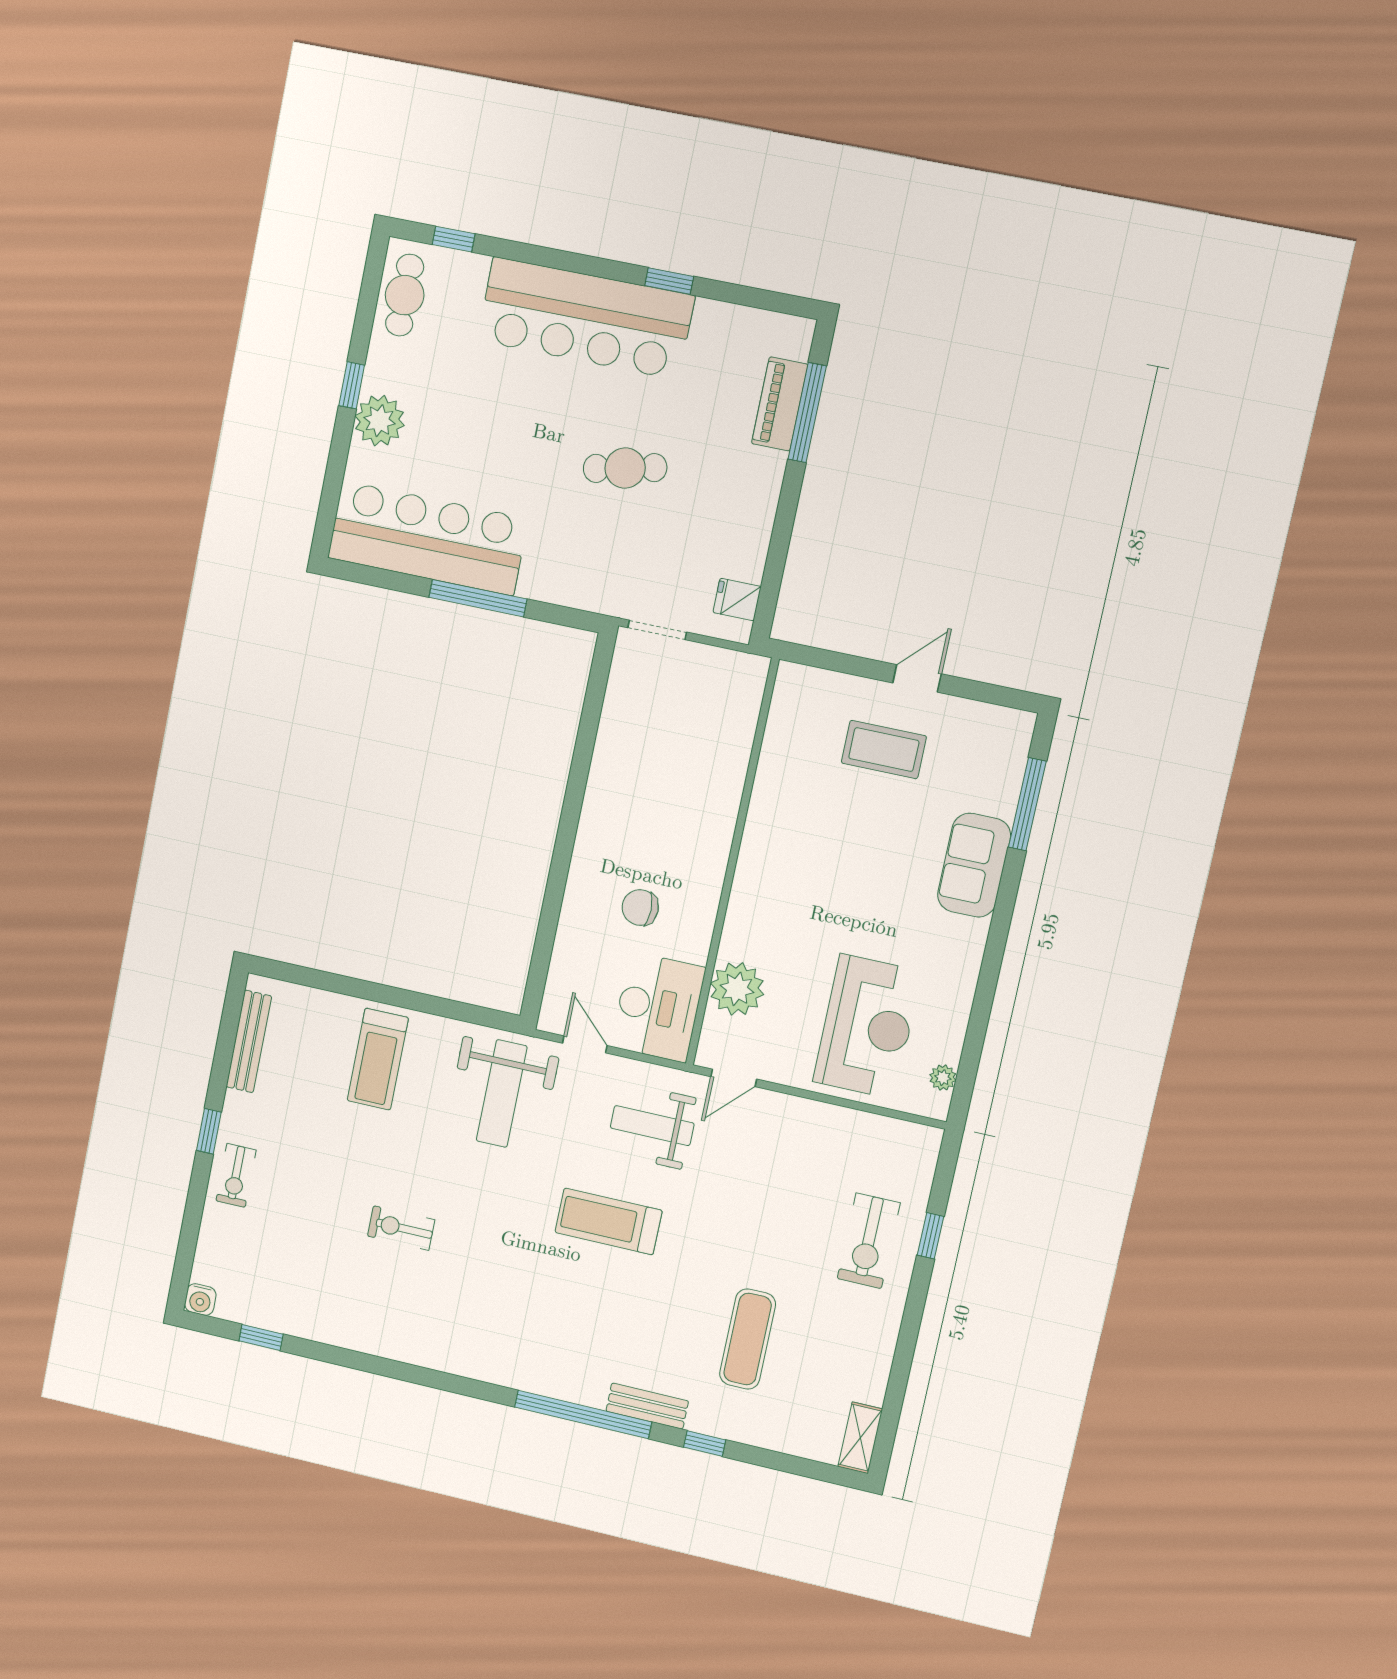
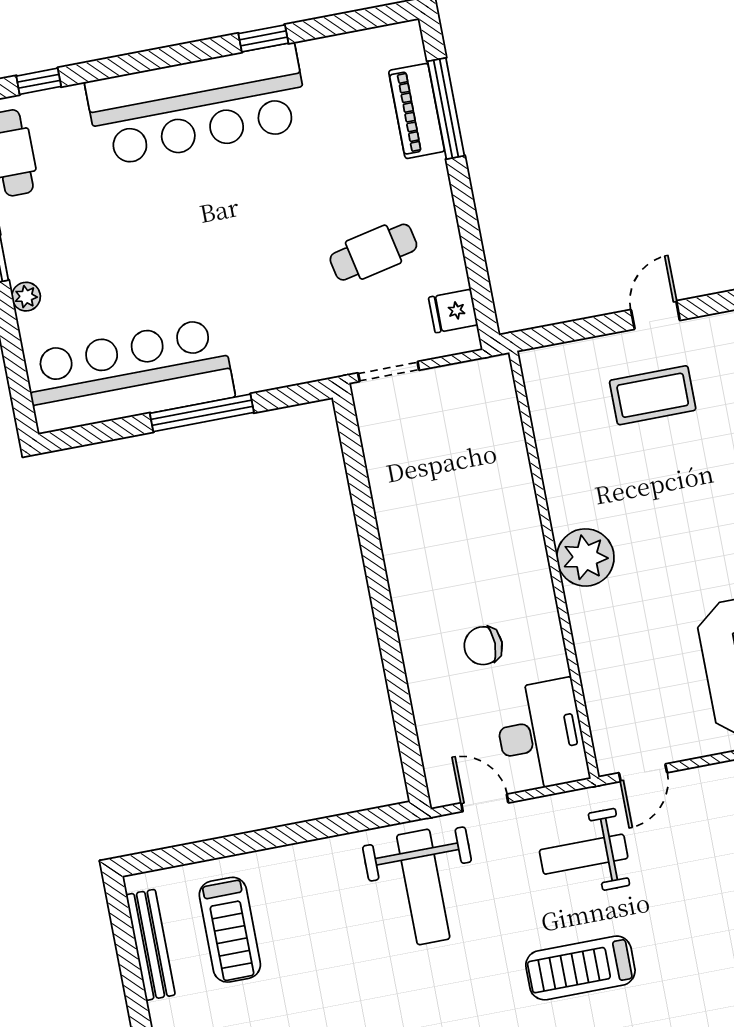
plant: (379, 421) -> (26, 297), width x0.53, depth x0.53
cafe table: (625, 468) -> (373, 252), moved
plant: (737, 989) -> (585, 557), moved
treadmill: (378, 1059) -> (230, 930), moved

